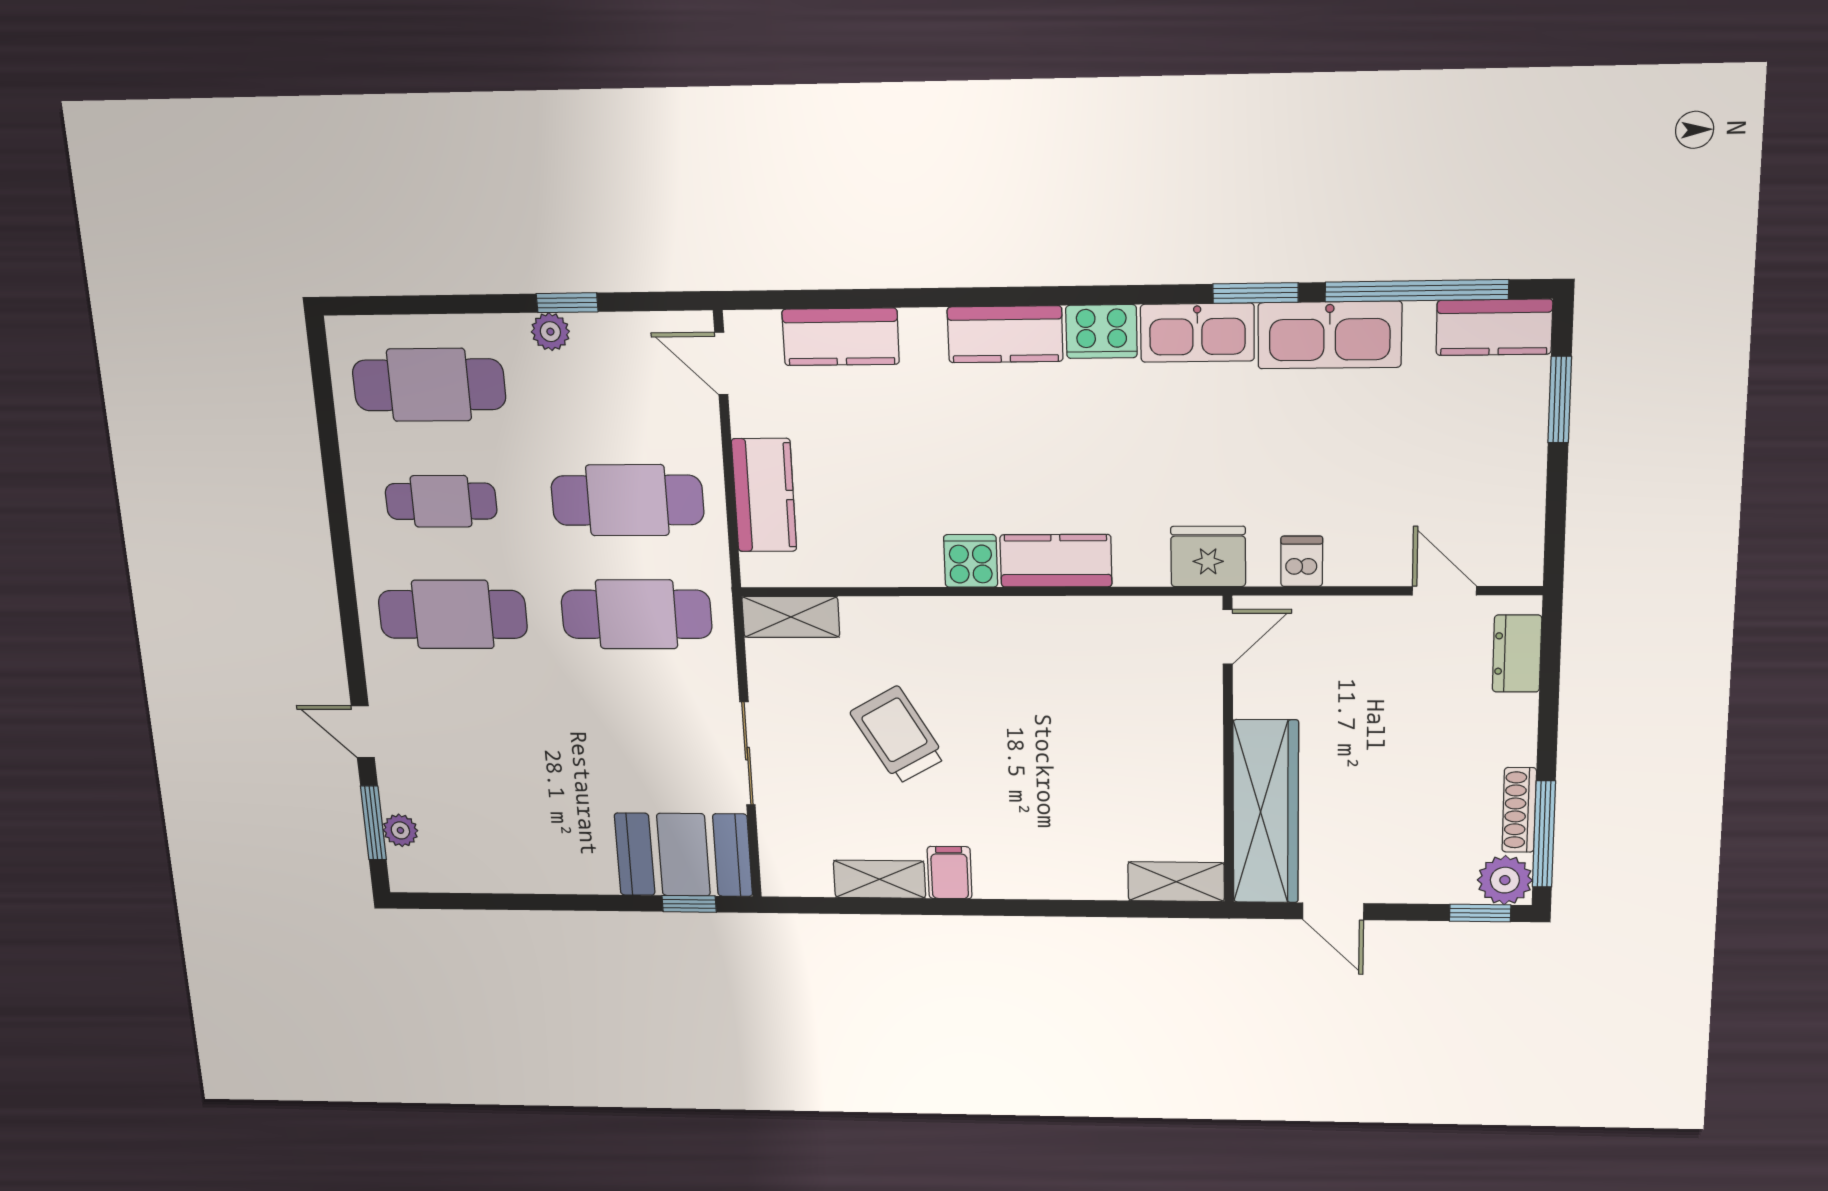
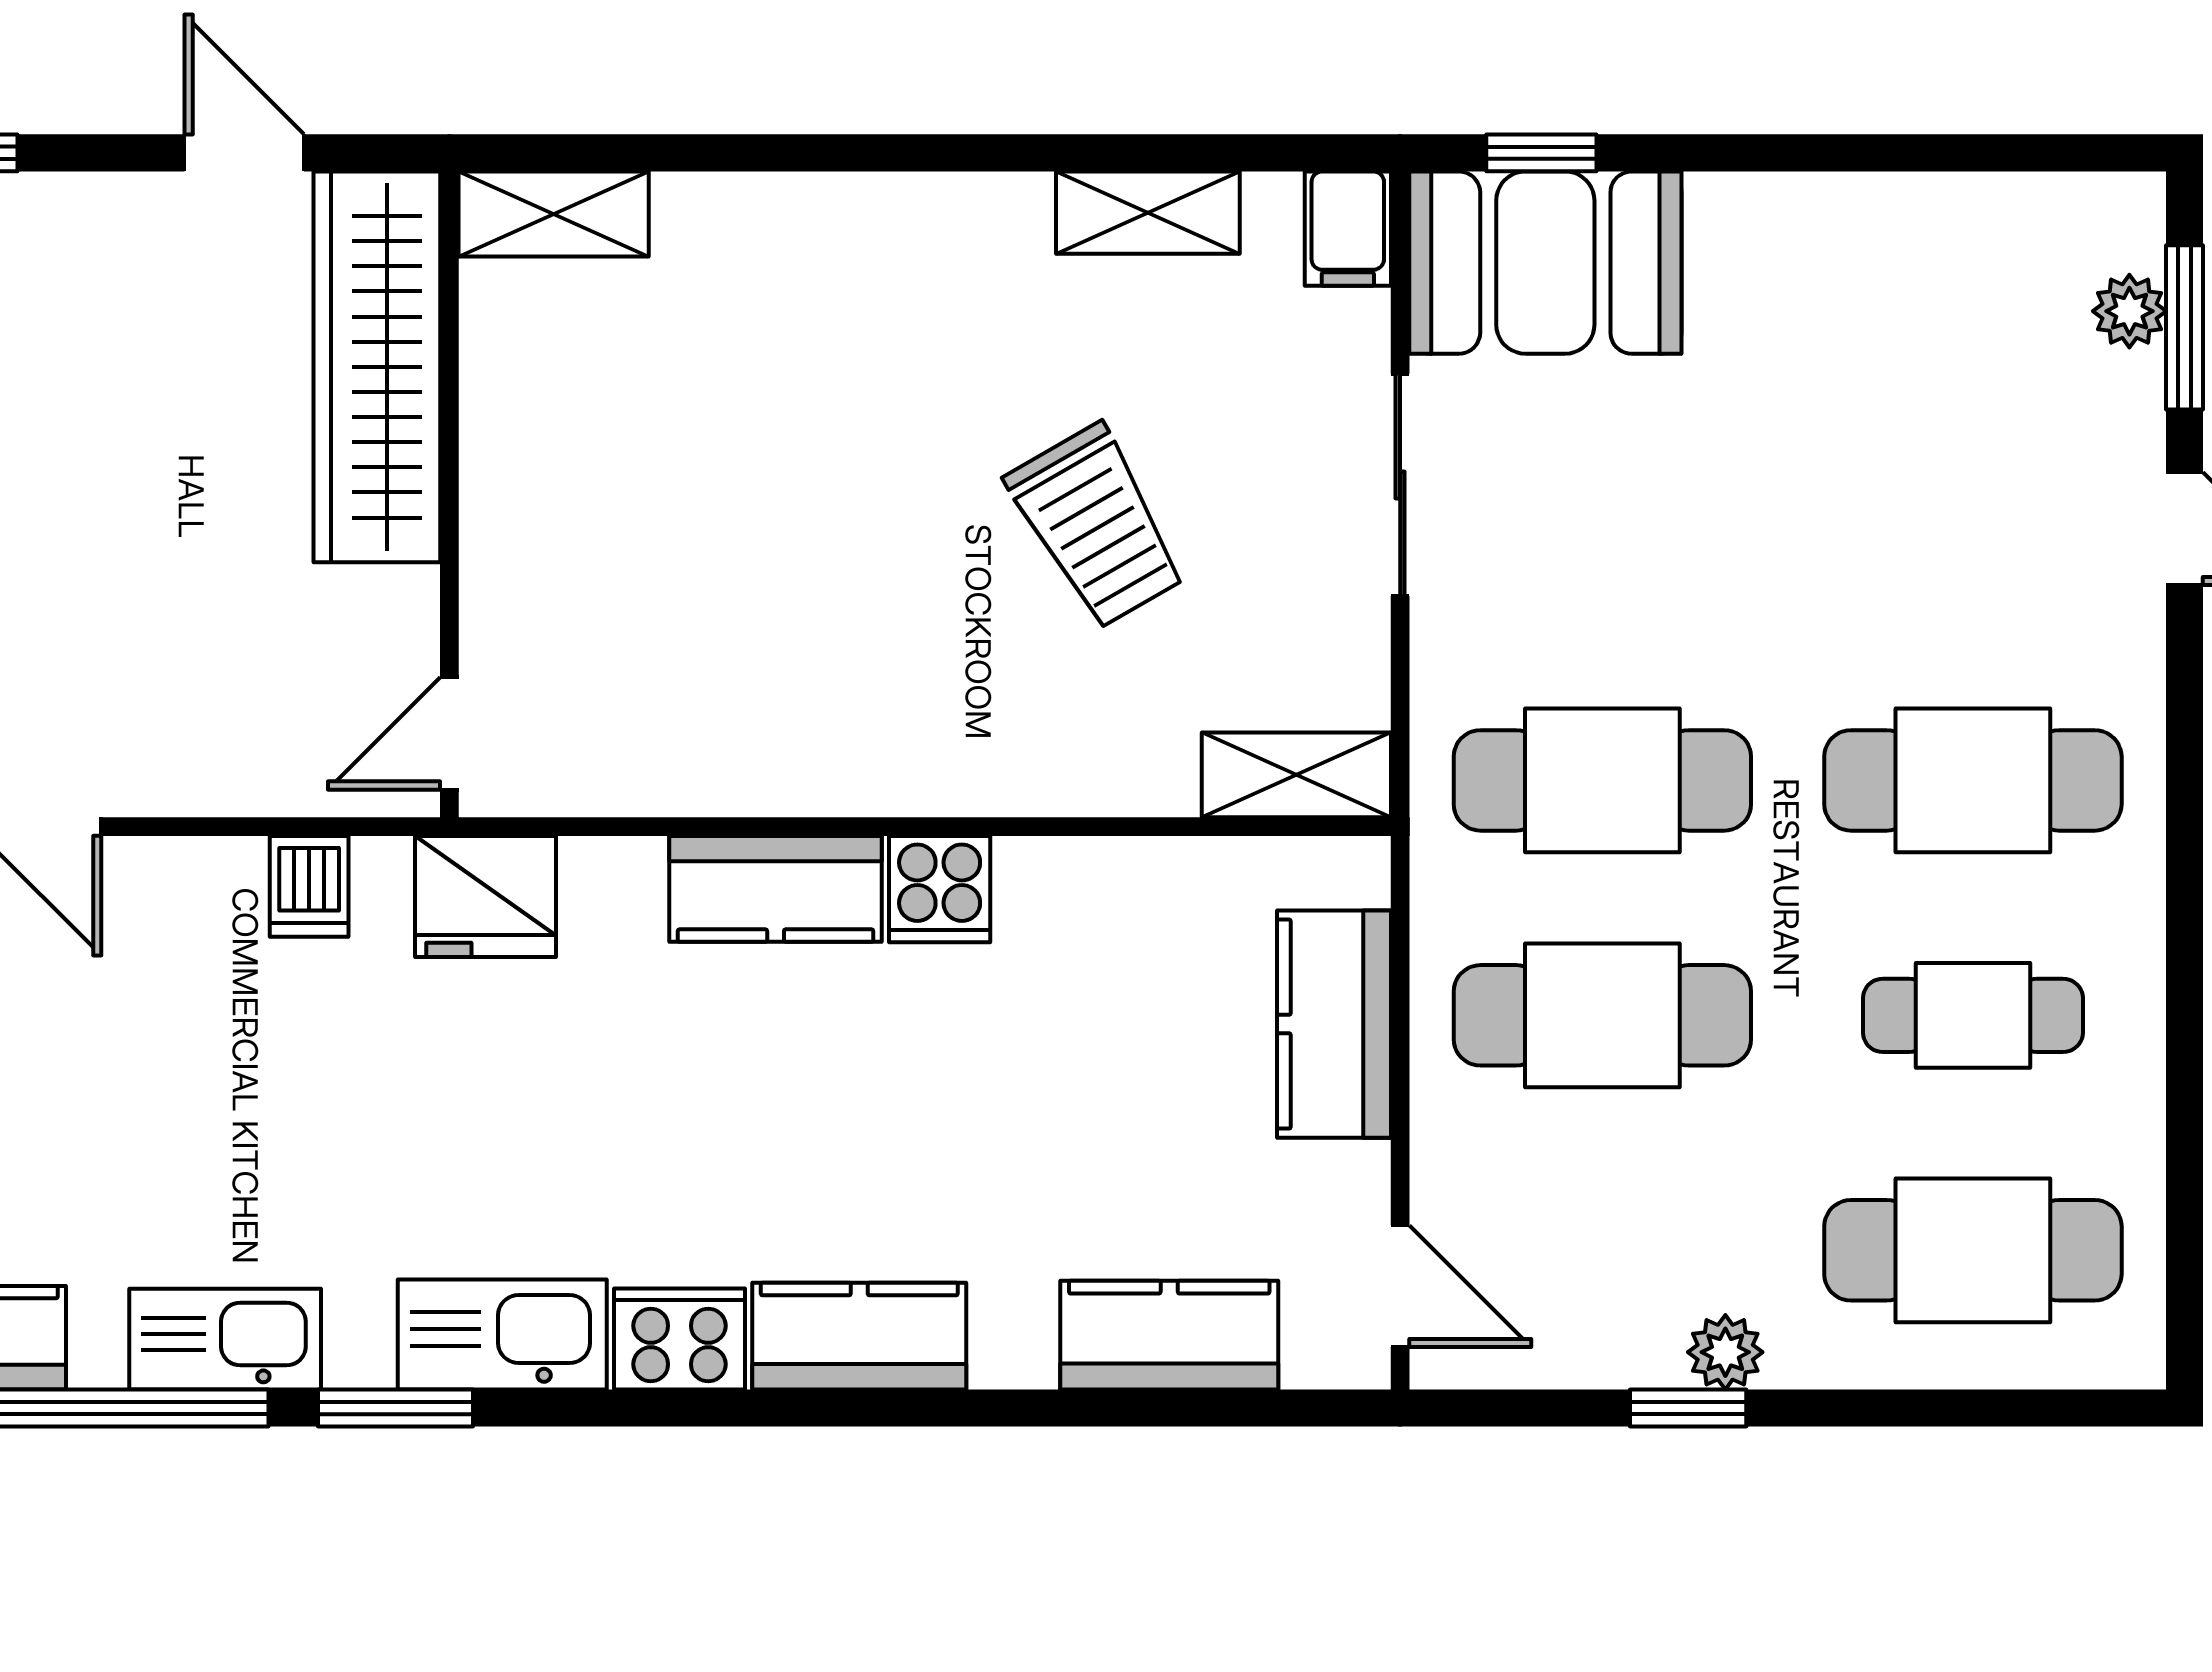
kitchen sink: (1330, 335) -> (225, 1339), width x0.73, depth x0.81
filing cabinet: (950, 873) -> (1348, 229), moved

